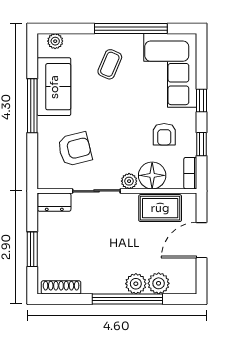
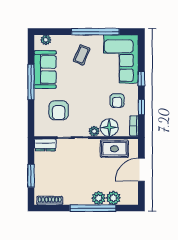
armchair: (75, 149) -> (59, 110), turned 104

